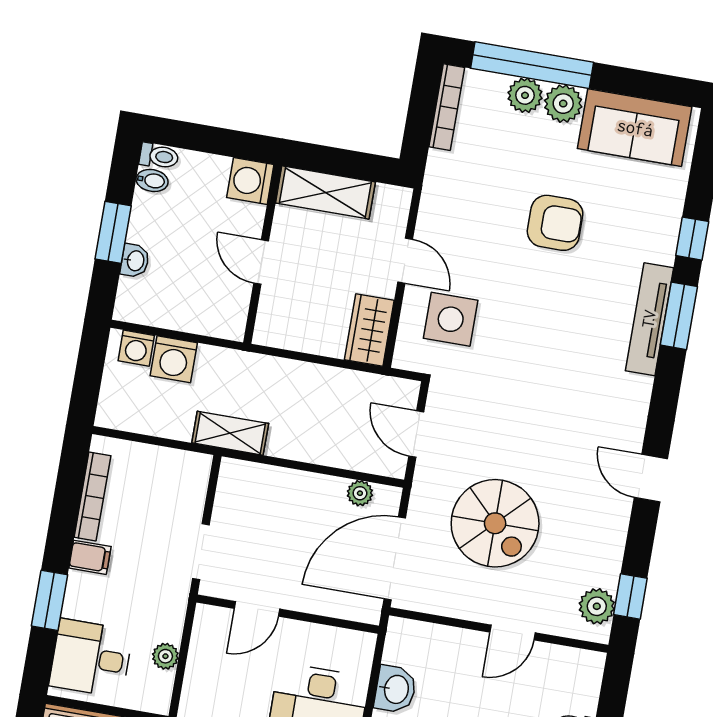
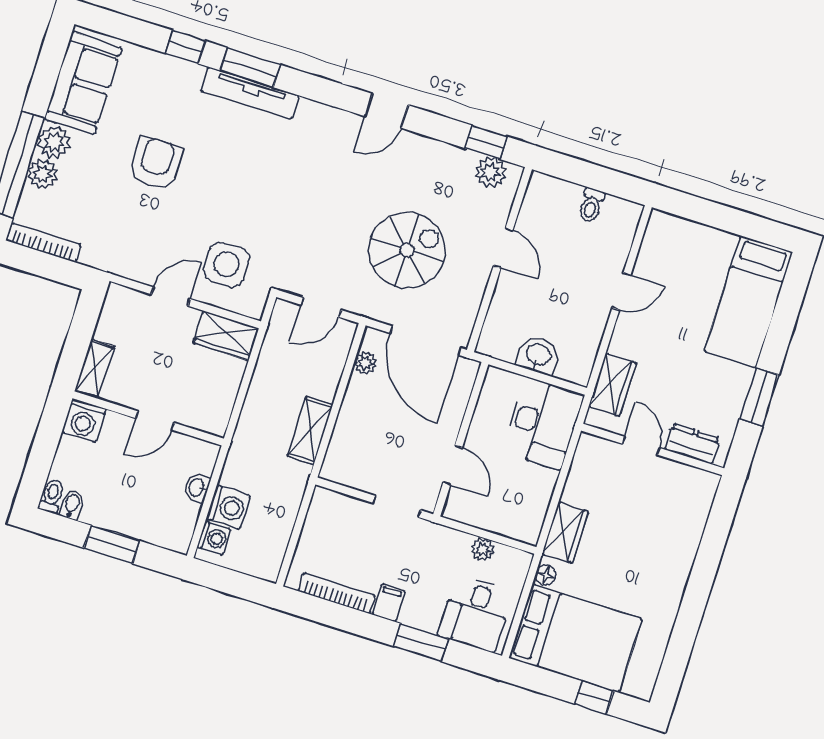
shelving: (325, 192) -> (94, 369), width x0.67, depth x0.75
washbasin: (135, 261) -> (197, 488), moved, turned -90
shelving: (230, 433) -> (310, 431), moved

